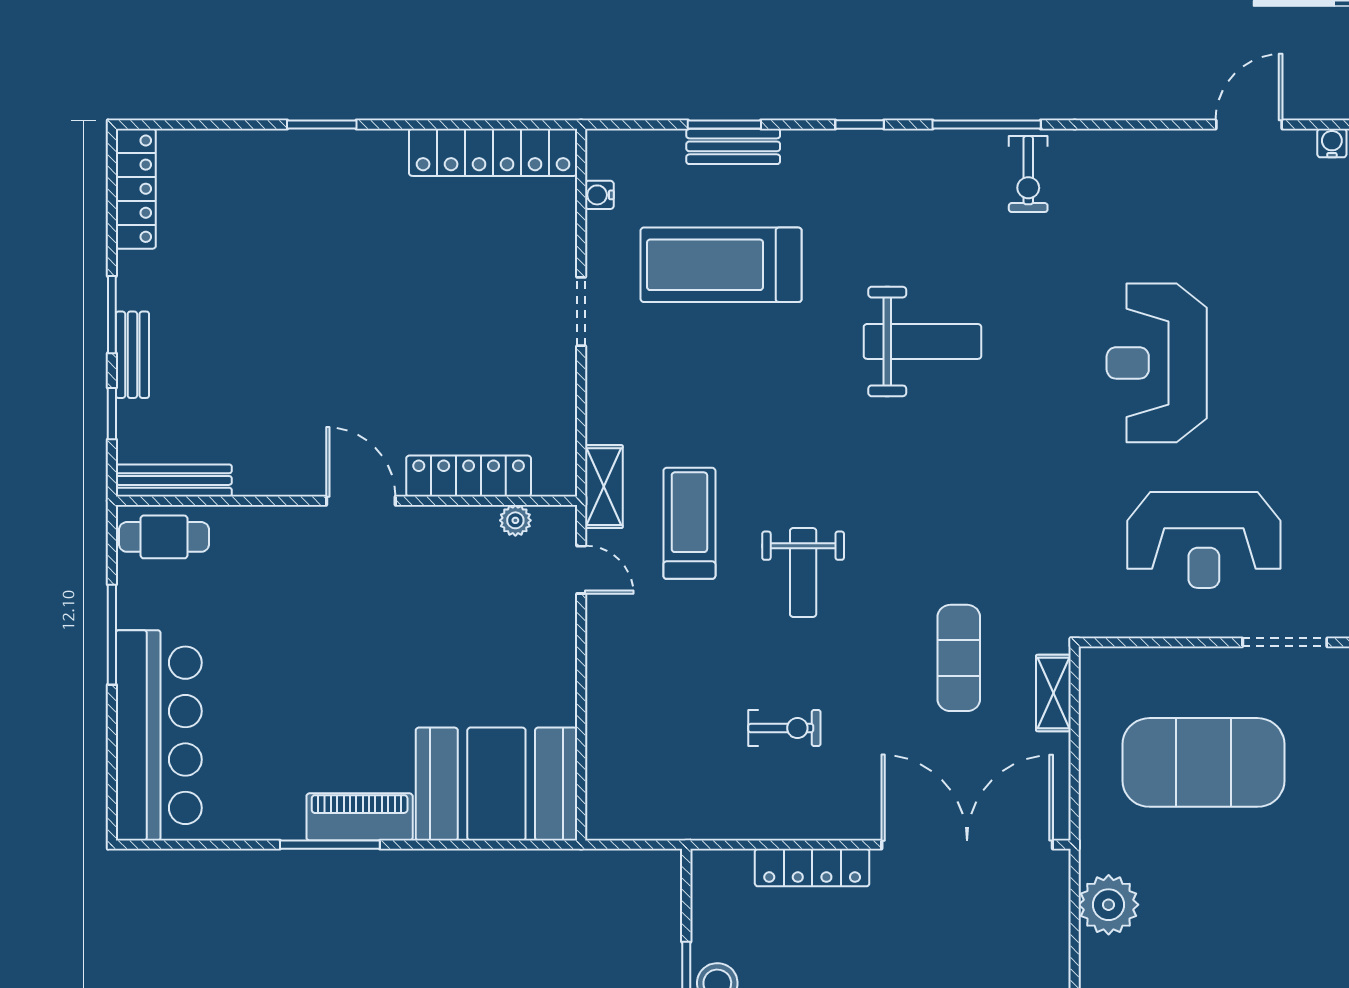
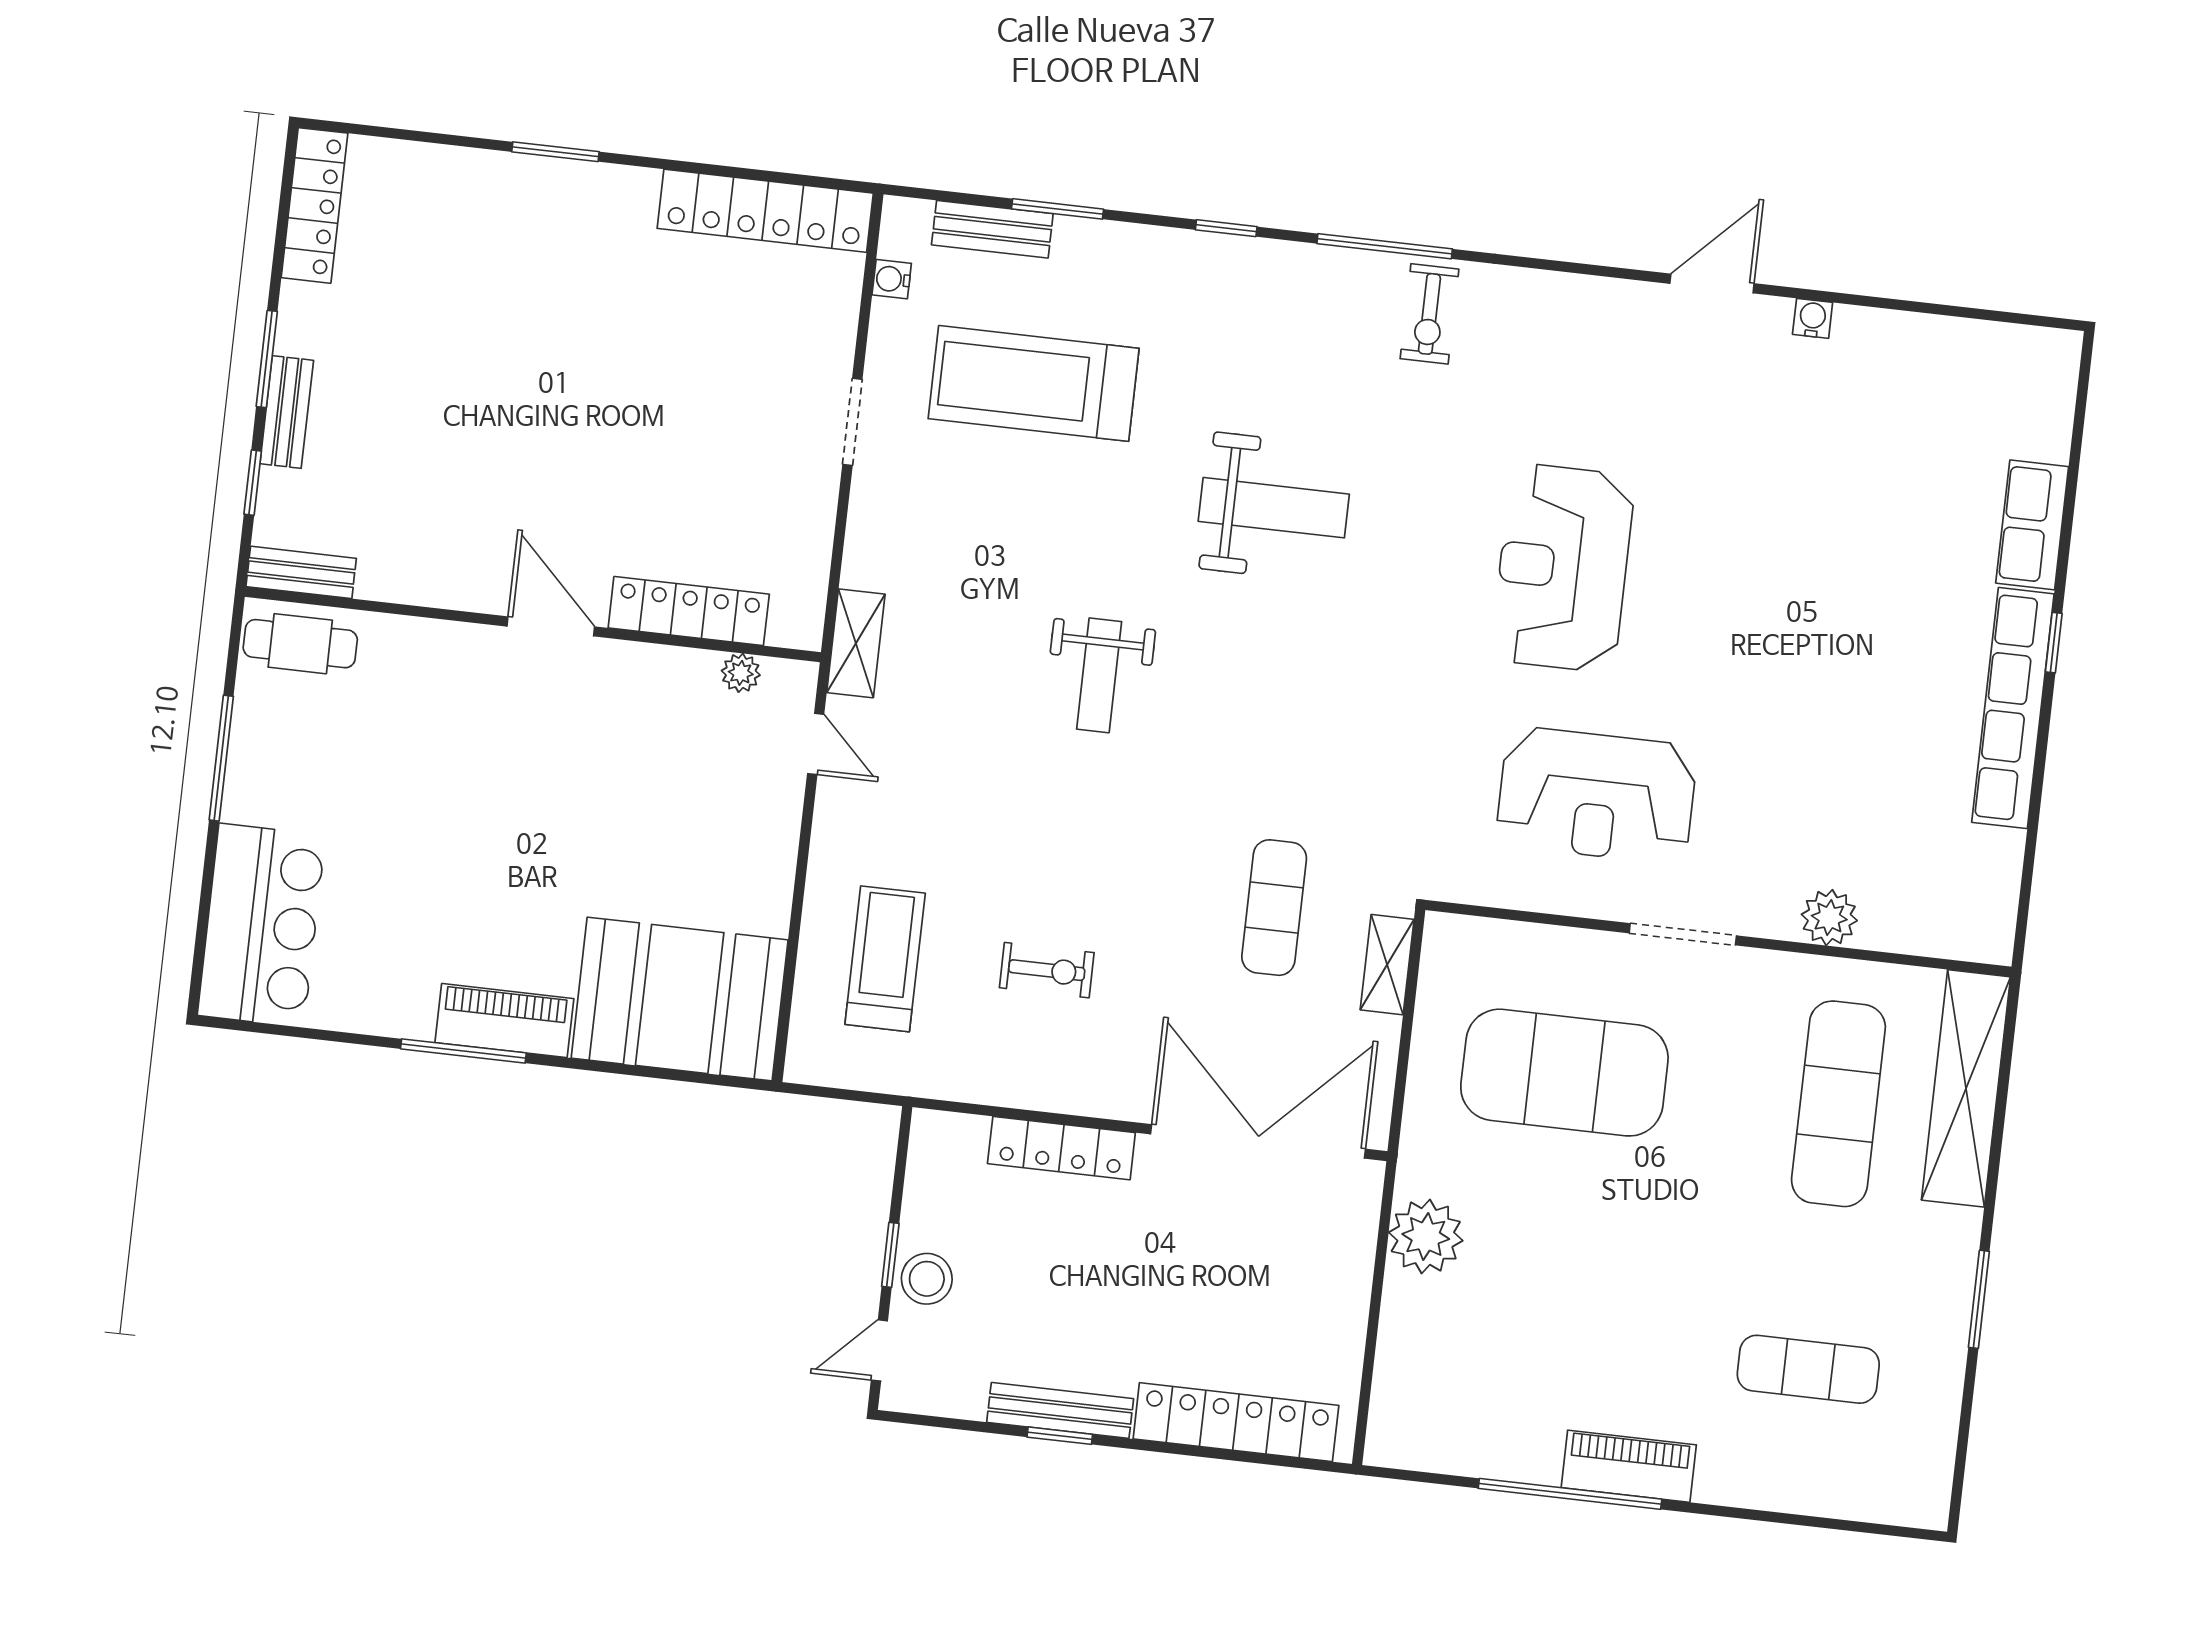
bench: (733, 146) -> (992, 229), moved
bench: (174, 480) -> (301, 572), width x0.73
treadmill: (689, 523) -> (885, 959), moved
weight bench: (803, 572) -> (1099, 675), moved
bar counter: (159, 735) -> (261, 925), width x0.73

